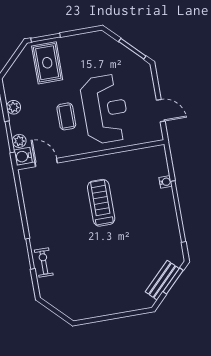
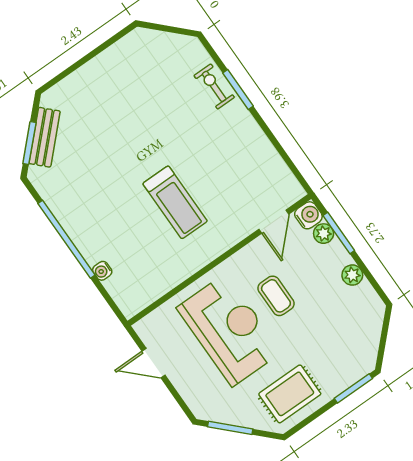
rug: (47, 63) -> (290, 394), moved, turned 90
reception desk: (105, 109) -> (229, 330), turned 180
door: (46, 163) -> (274, 222), hinge flipped
exercise bike: (44, 262) -> (214, 86), turned 180

